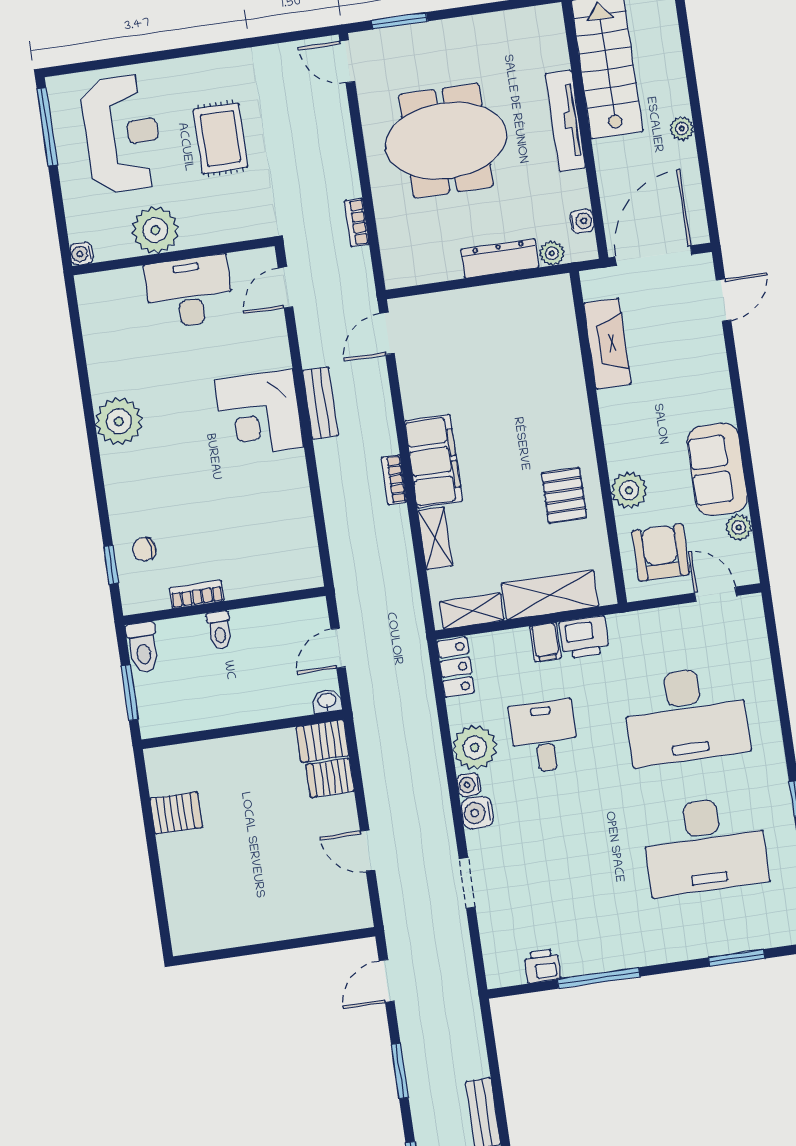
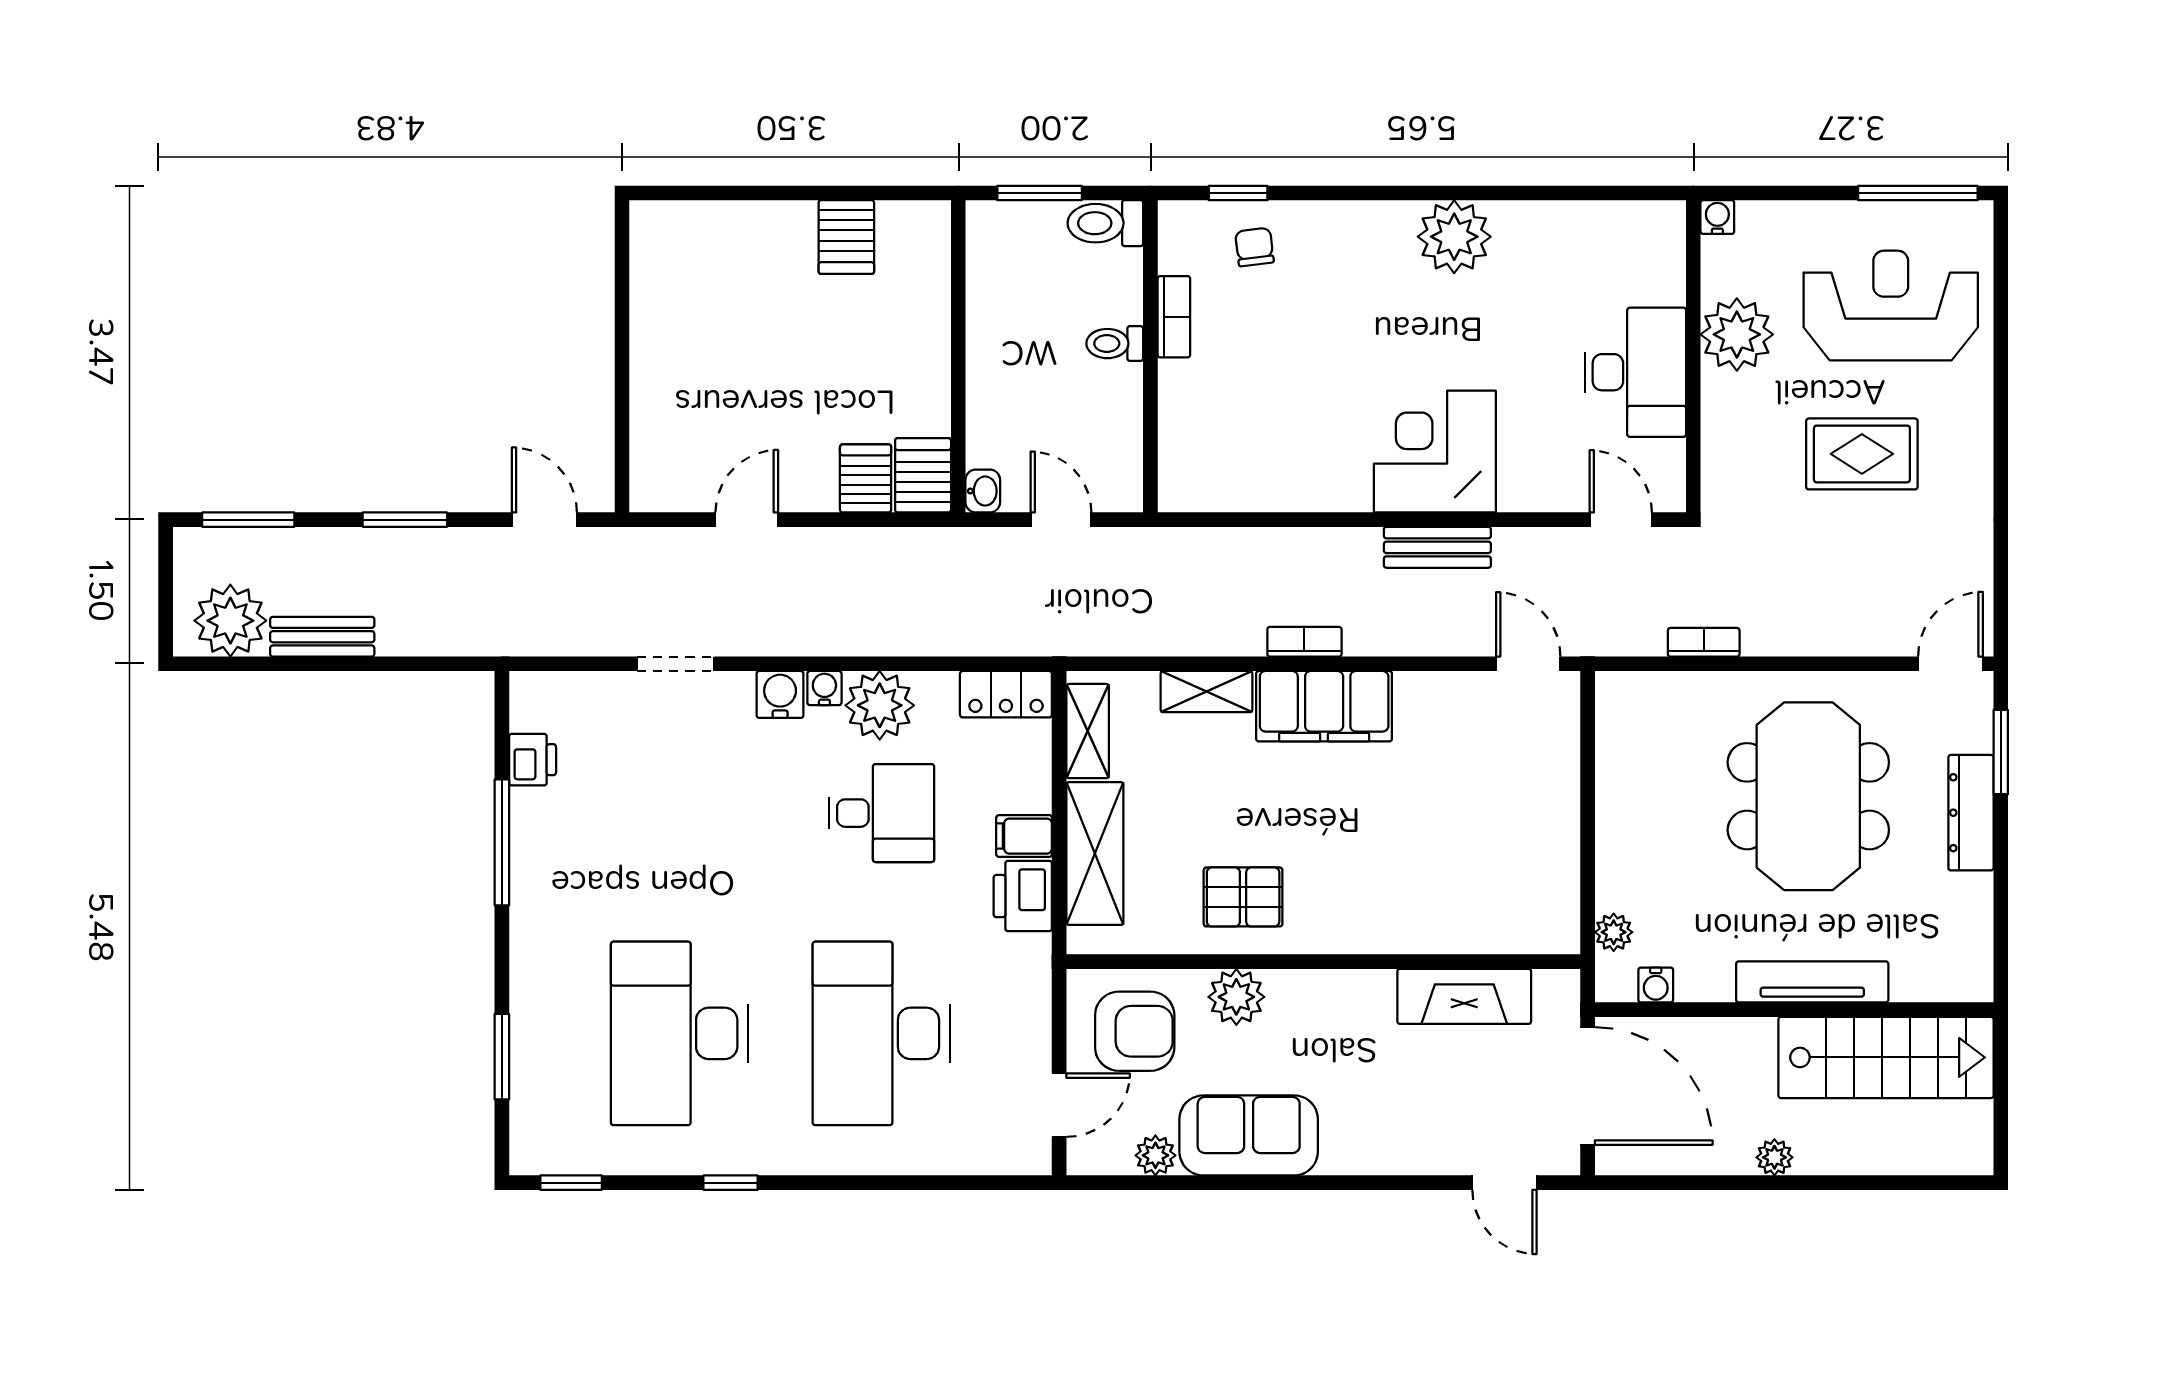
reception desk: (122, 134) -> (1891, 306), turned 180
dresser: (500, 258) -> (1971, 813), moved, turned 180

